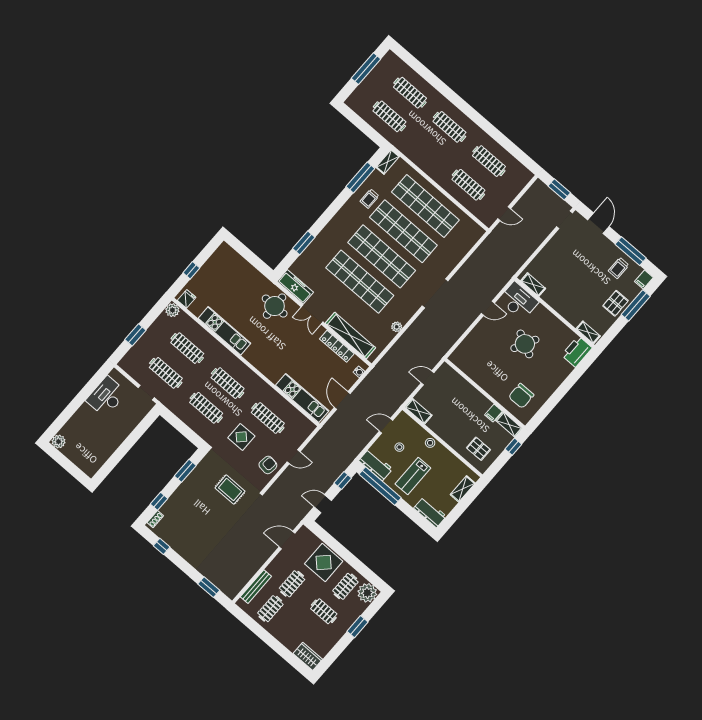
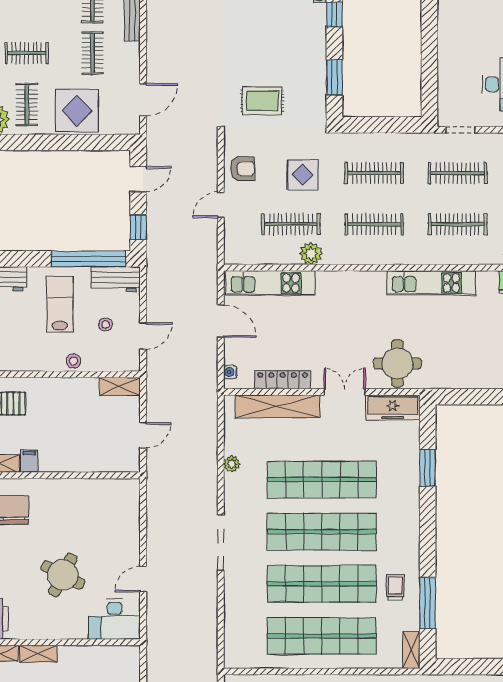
shelving: (533, 285) -> (38, 654), moved
plant: (270, 395) -> (311, 253), added
armchair: (268, 465) -> (243, 169), turned -97

